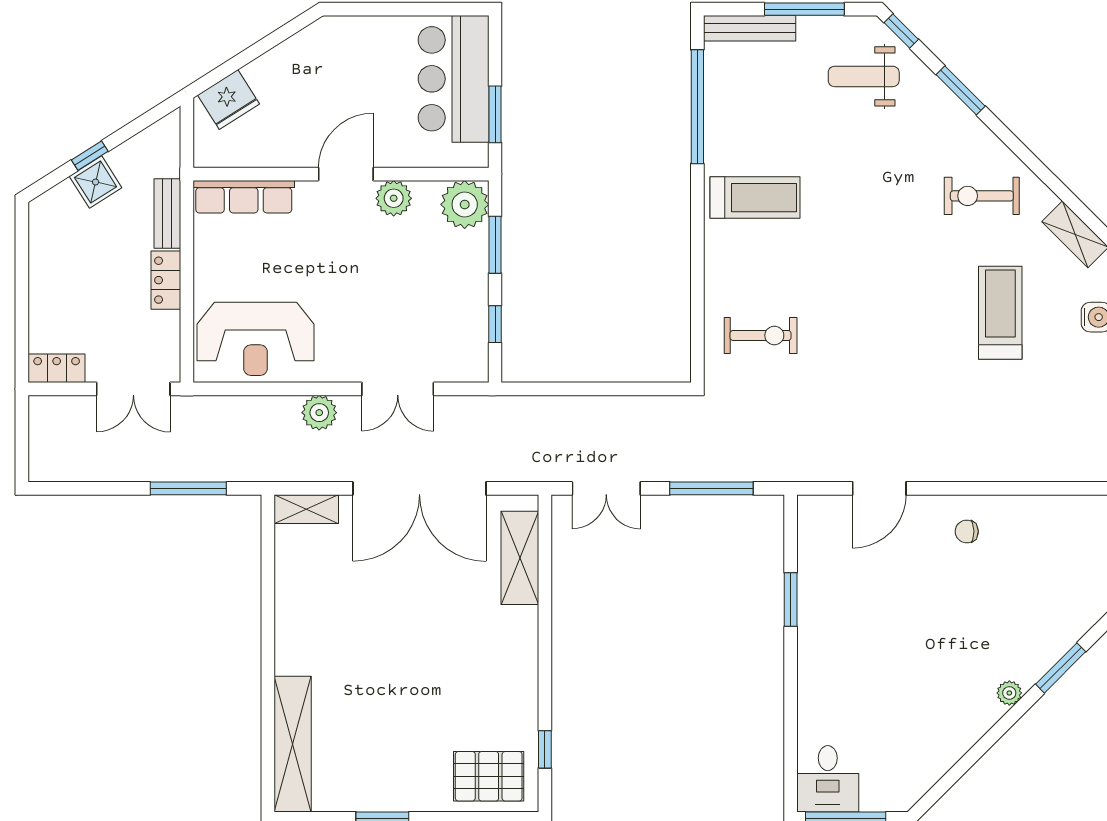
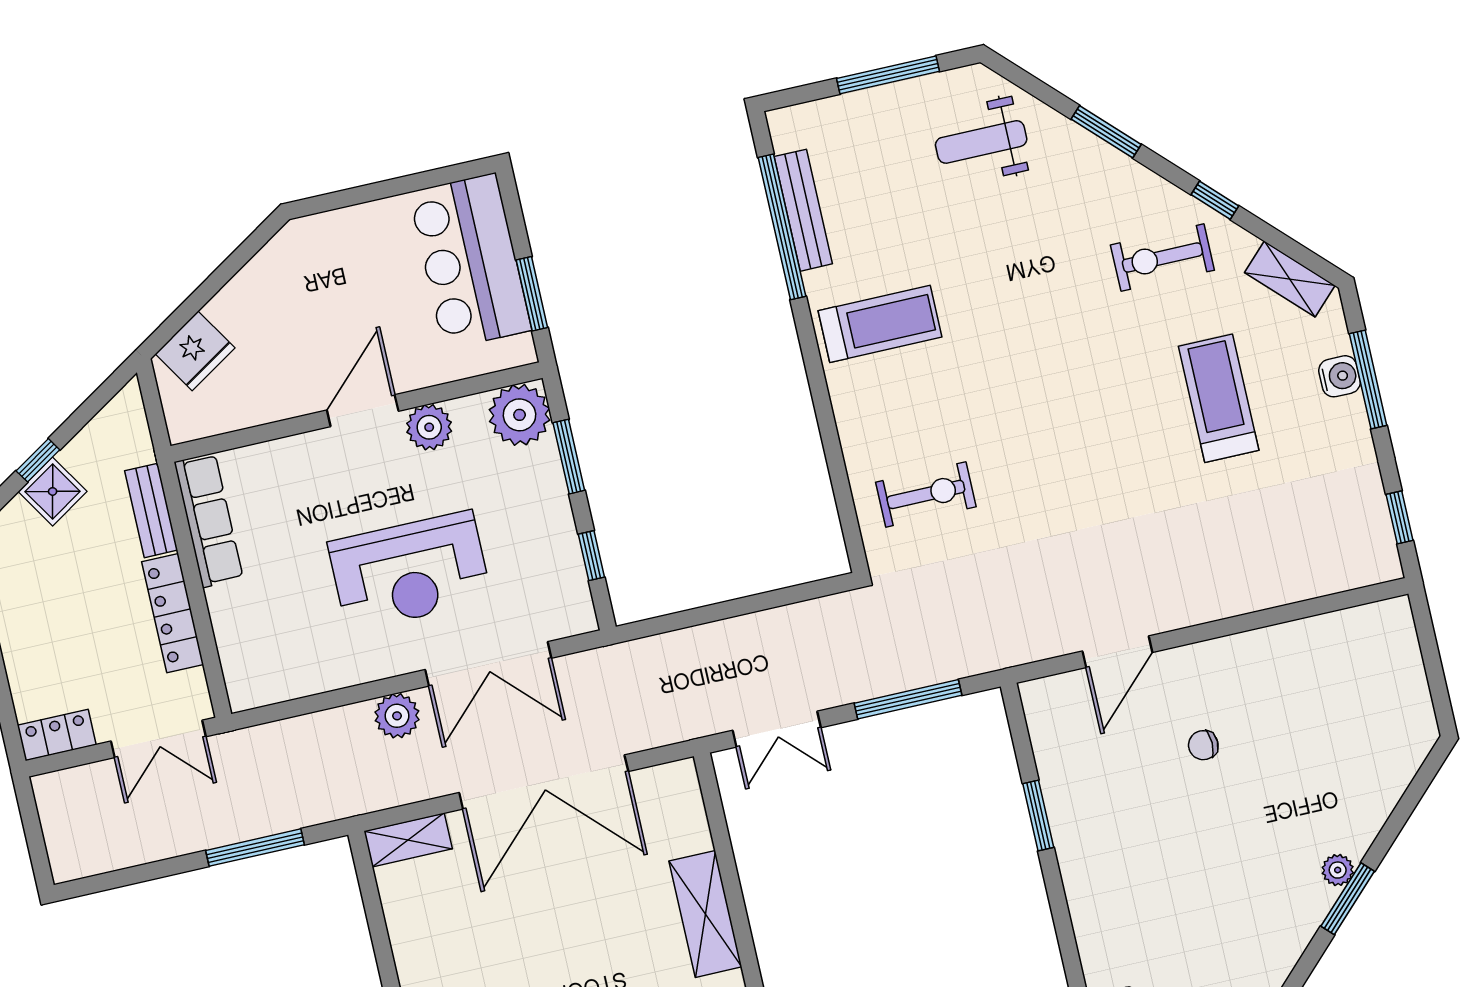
bench: (750, 28) -> (803, 210), moved, turned 90
window: (901, 31) -> (1215, 200), moved
row of seats: (244, 197) -> (209, 520), moved, turned -90
locker: (166, 280) -> (173, 613), width x1.53
reception desk: (256, 339) -> (410, 571), moved
double door: (398, 389) -> (488, 664), width x1.37
chair: (967, 532) -> (1203, 745), moved
shelving: (520, 558) -> (705, 914), moved
window: (1061, 668) -> (1348, 899), moved

